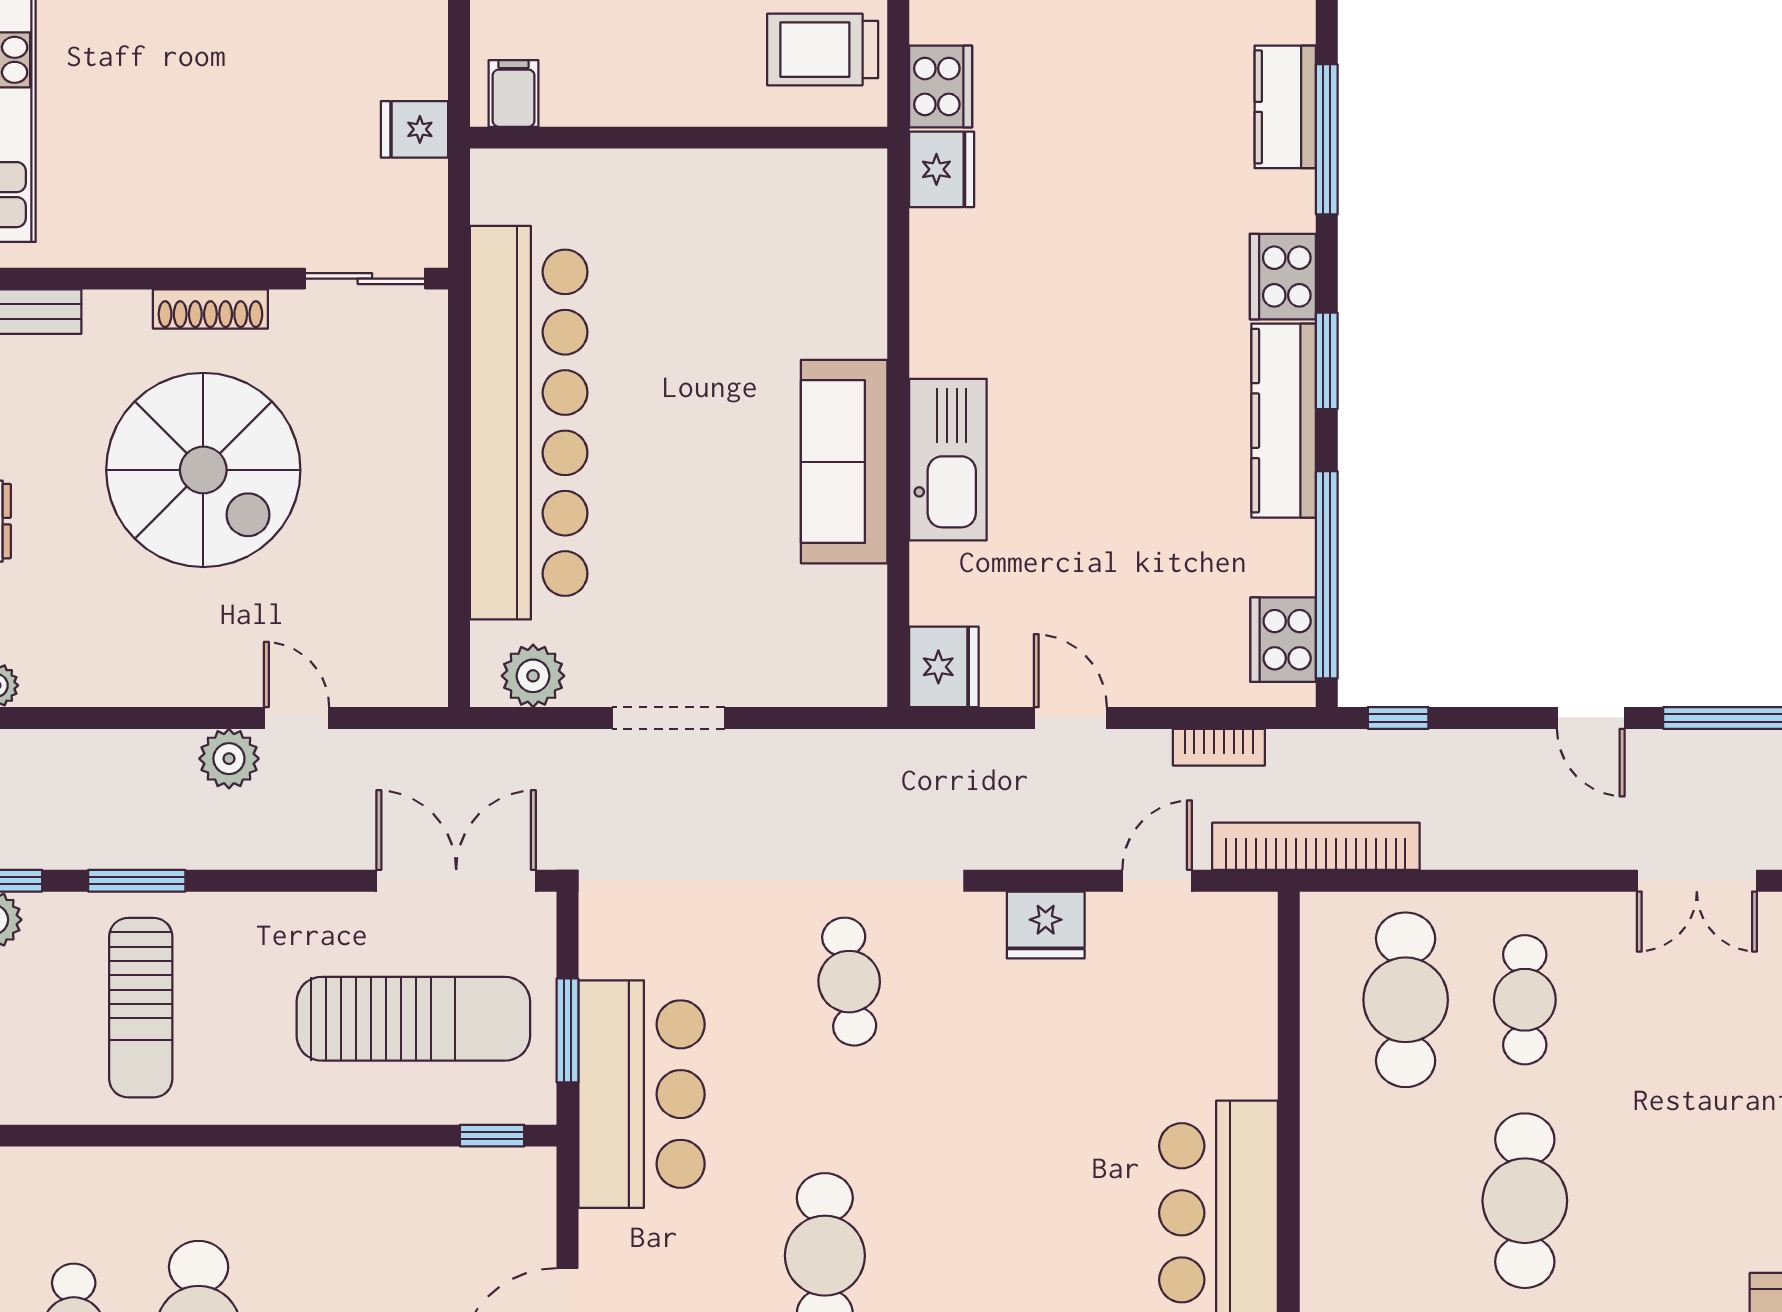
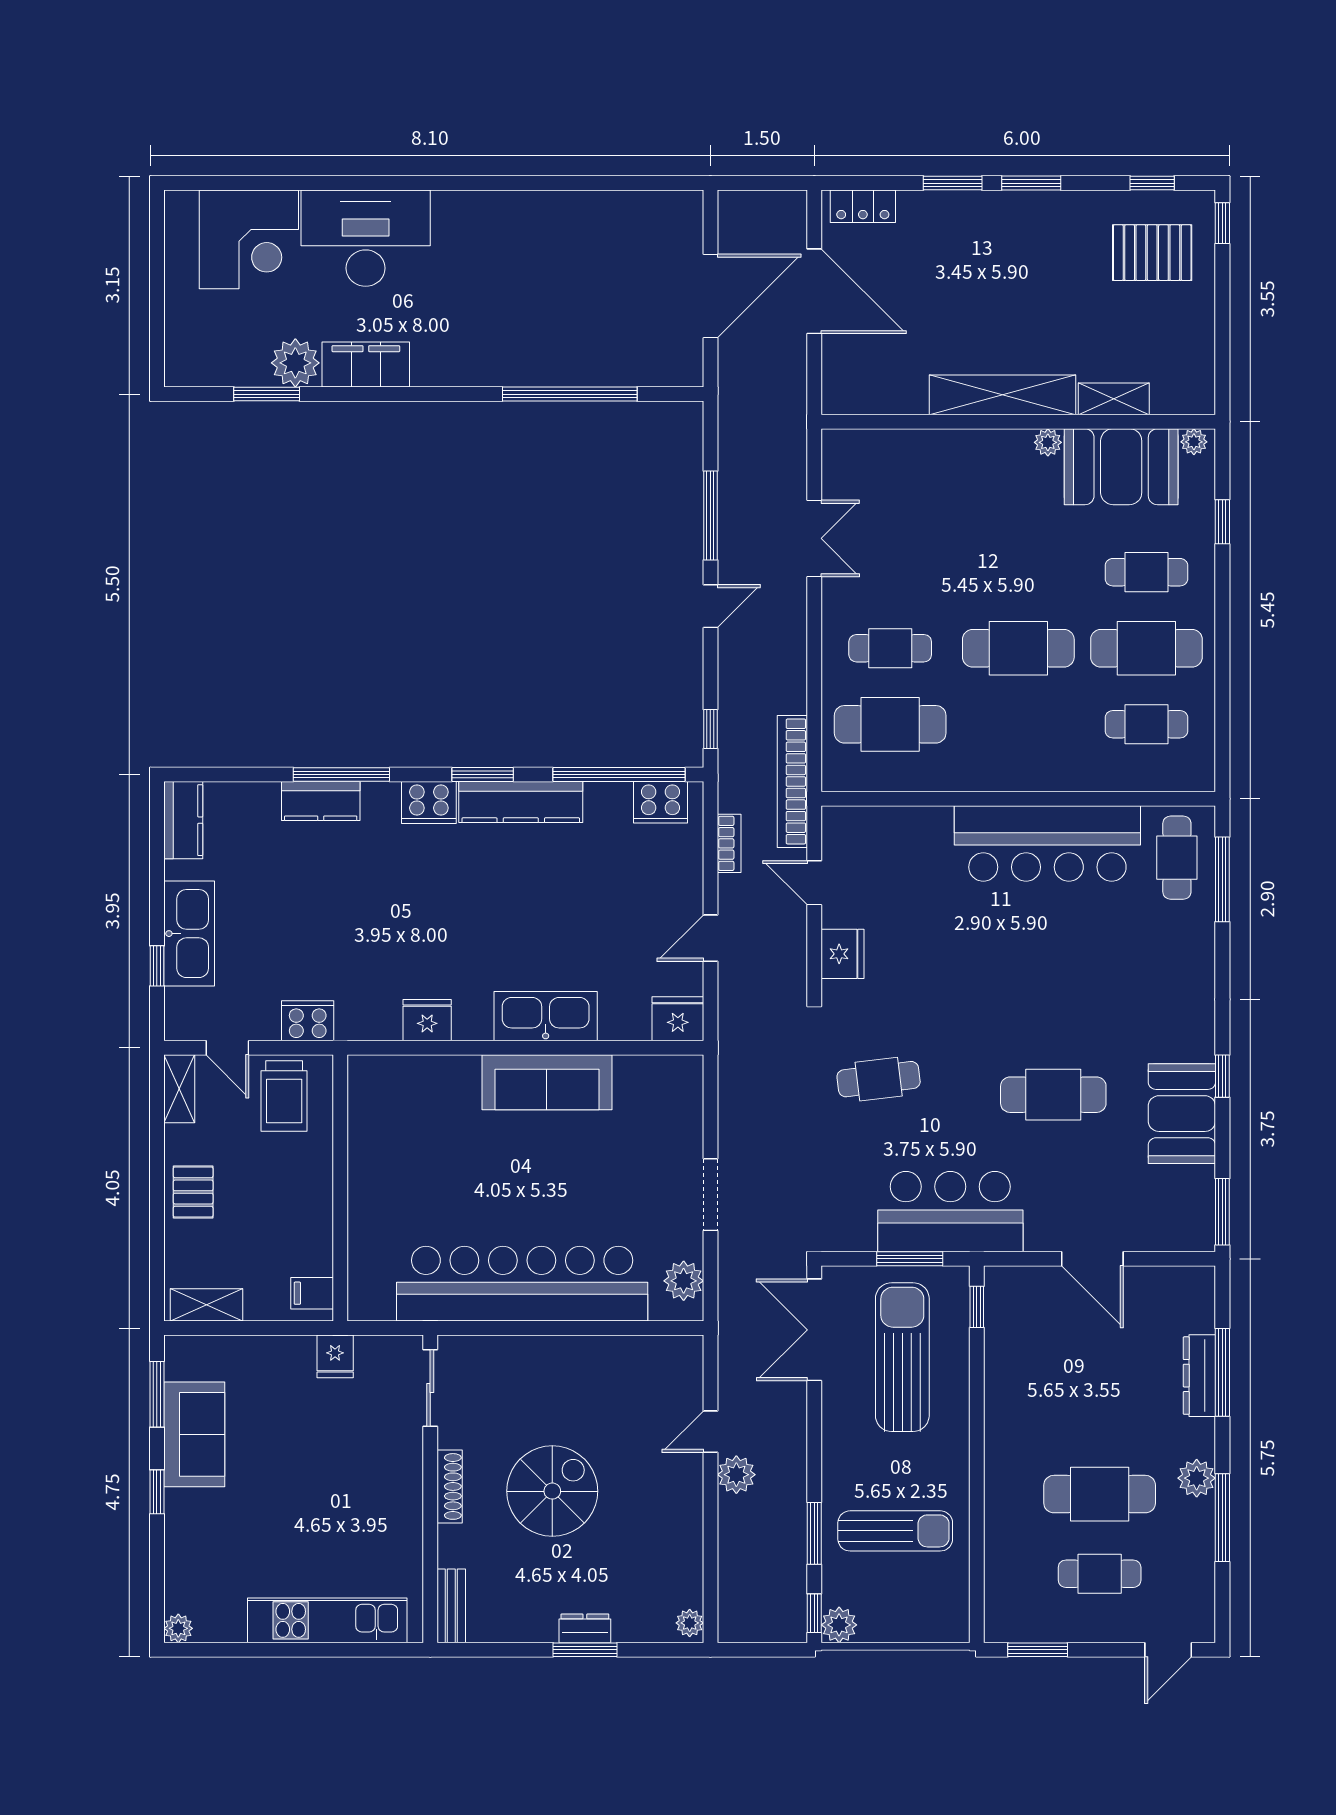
fridge: (942, 169) -> (427, 1020), moved
spiral stairs: (203, 470) -> (552, 1491), width x0.73, depth x0.73

